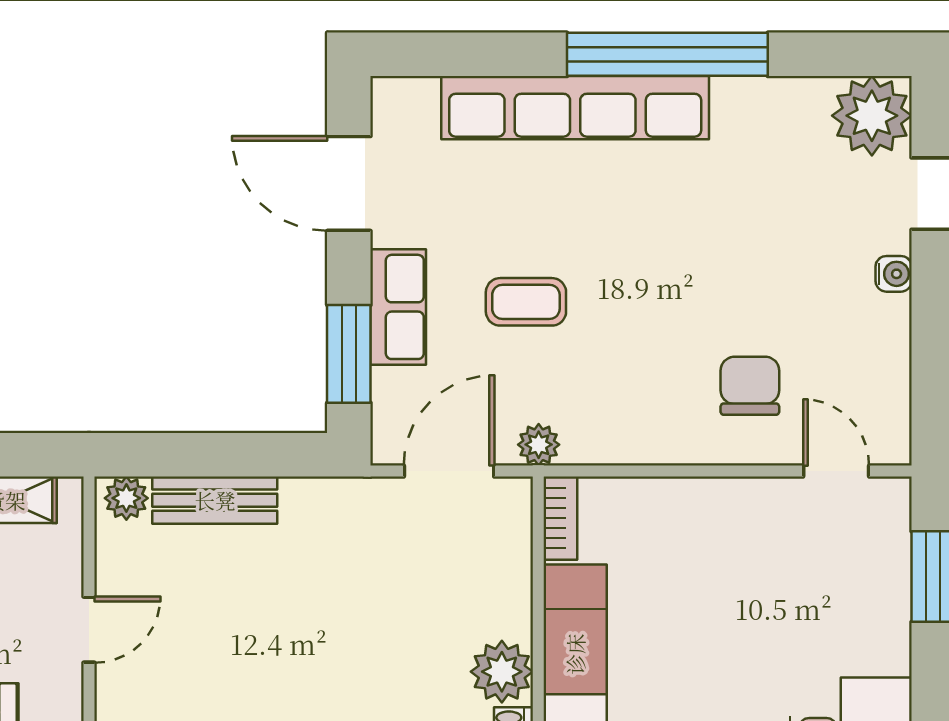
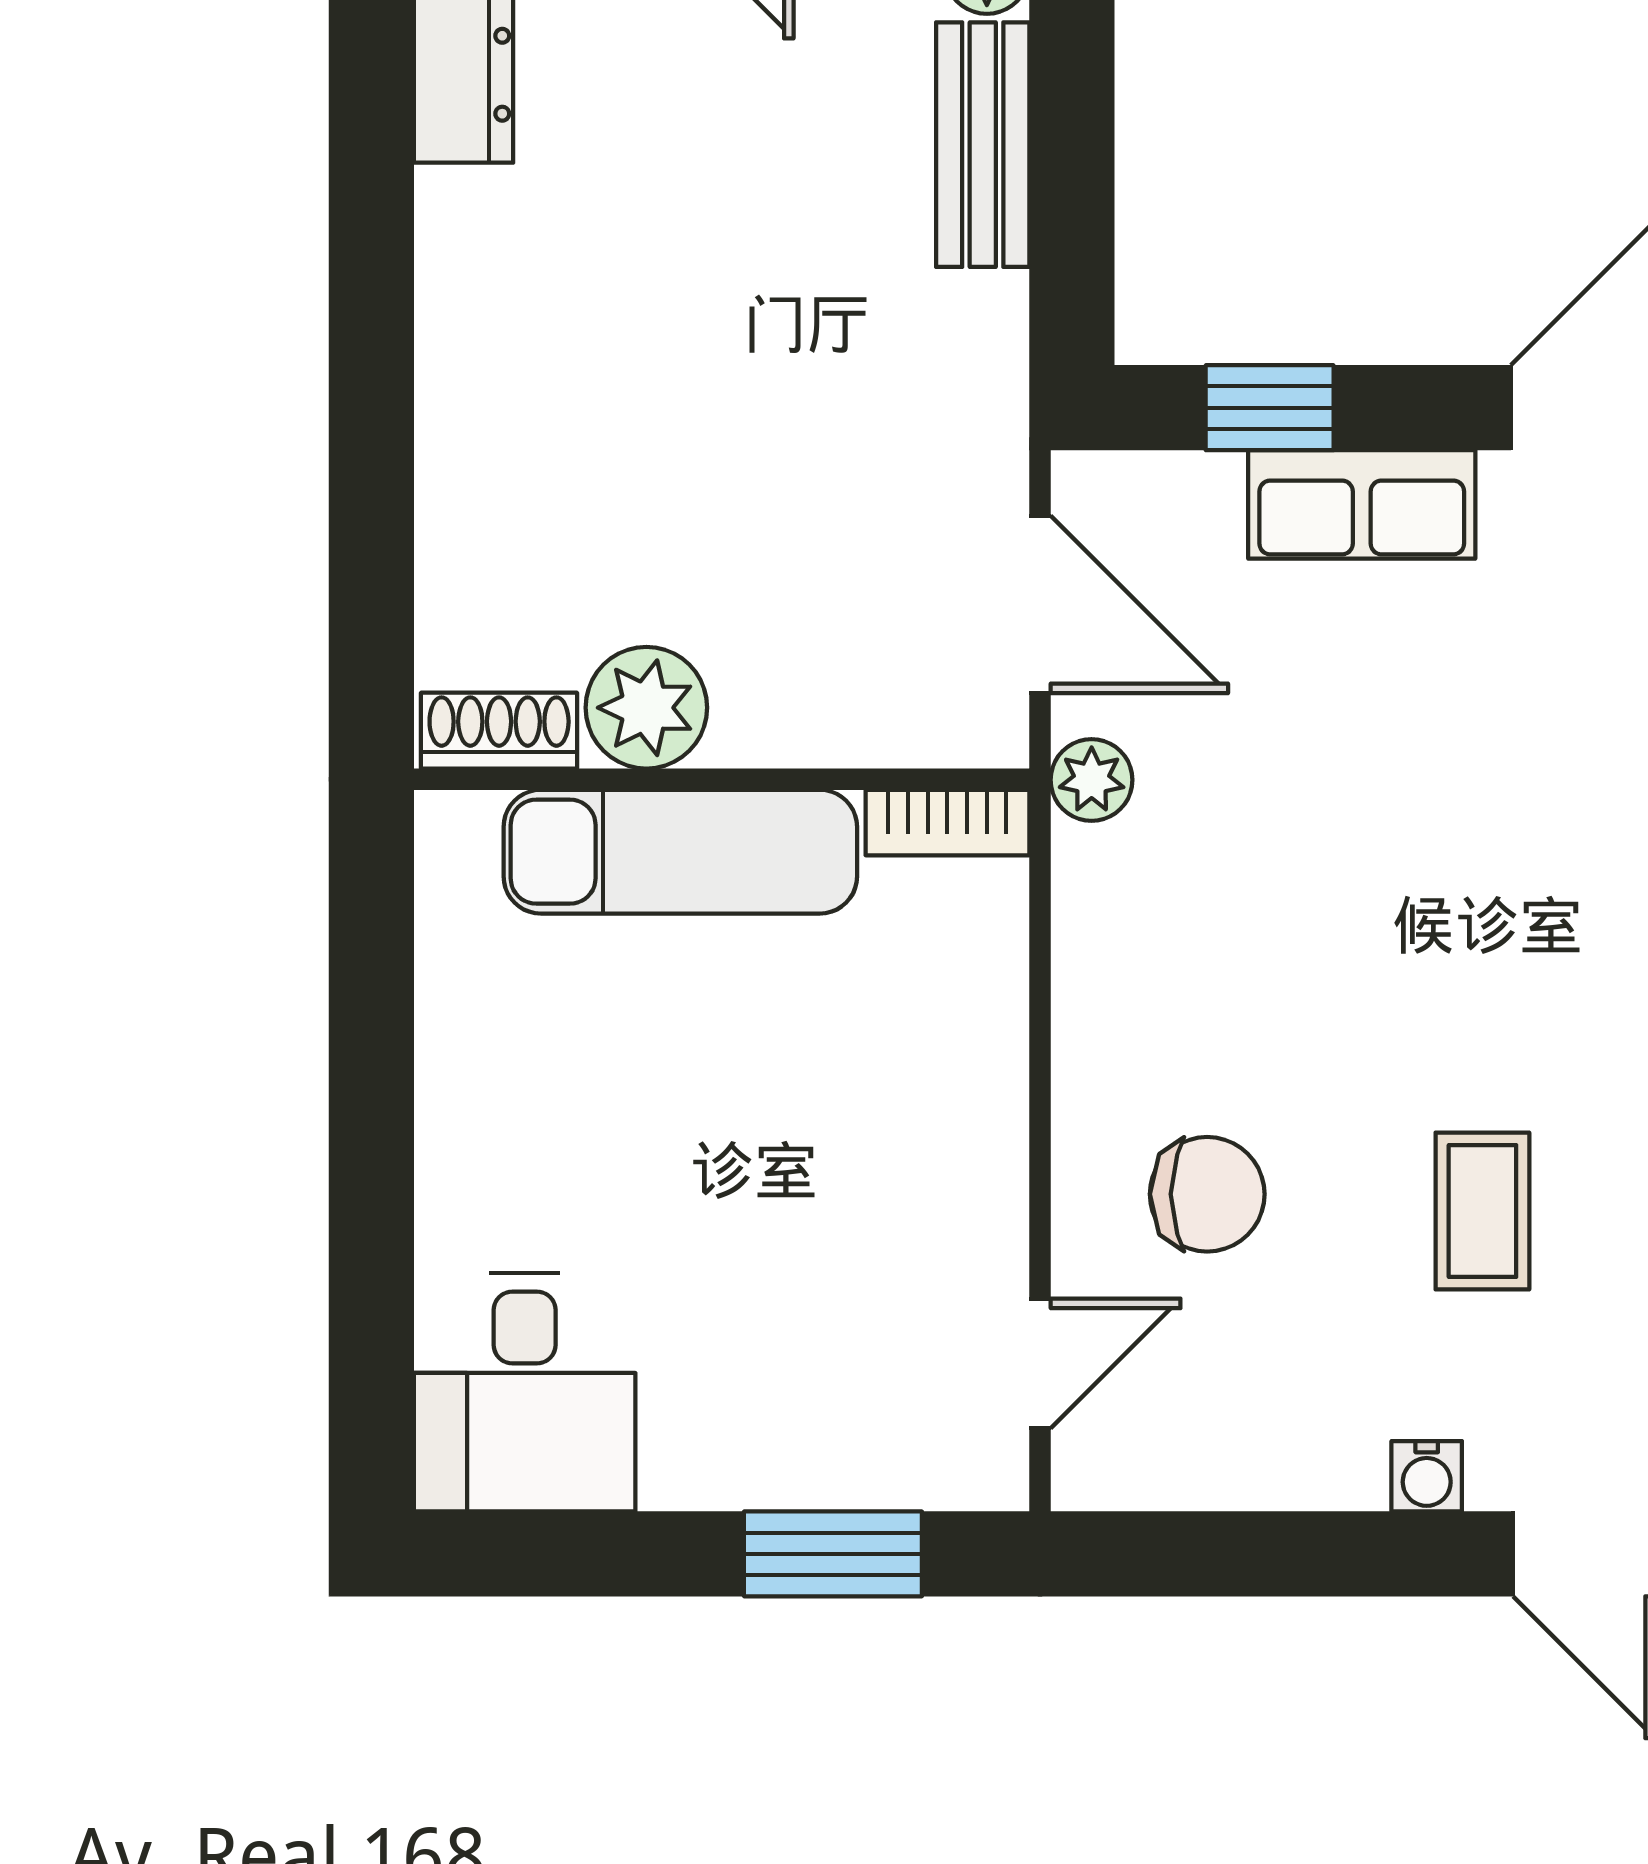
coffee table: (526, 302) -> (1482, 1211), moved
window: (349, 354) -> (1270, 408), width x0.67

